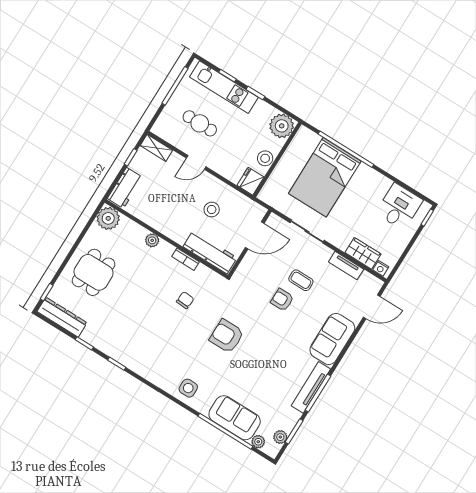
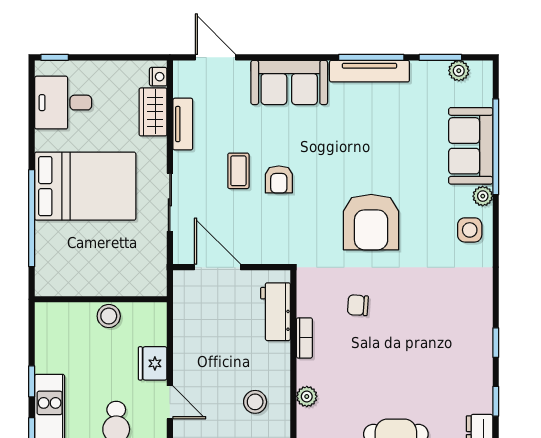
plant: (282, 126) -> (53, 321), removed
bed: (325, 177) -> (85, 186), moved
fridge: (250, 181) -> (153, 363), moved, turned 90
stool: (212, 209) -> (255, 402), moved
workbench: (210, 252) -> (275, 312), width x0.73
armchair: (227, 336) -> (371, 222), width x1.36, depth x1.36
plant: (258, 442) -> (483, 196), moved

